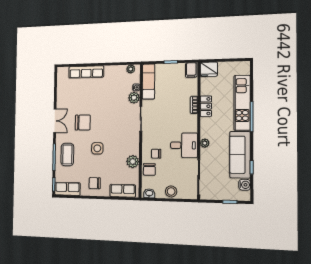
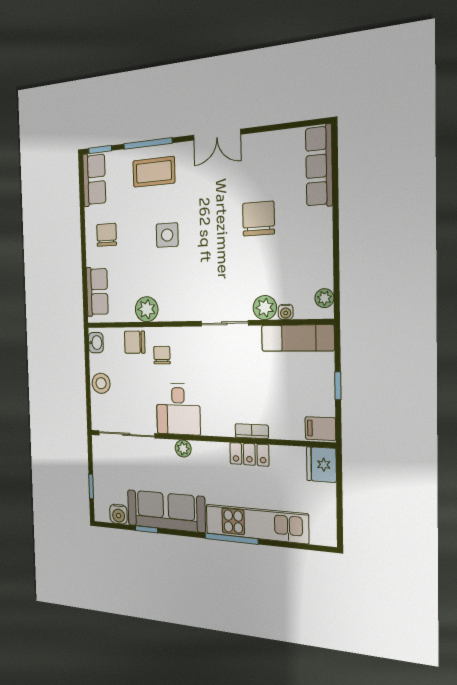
row of seats: (86, 72) -> (319, 166), moved
chair: (83, 123) -> (259, 219), moved, turned 180

